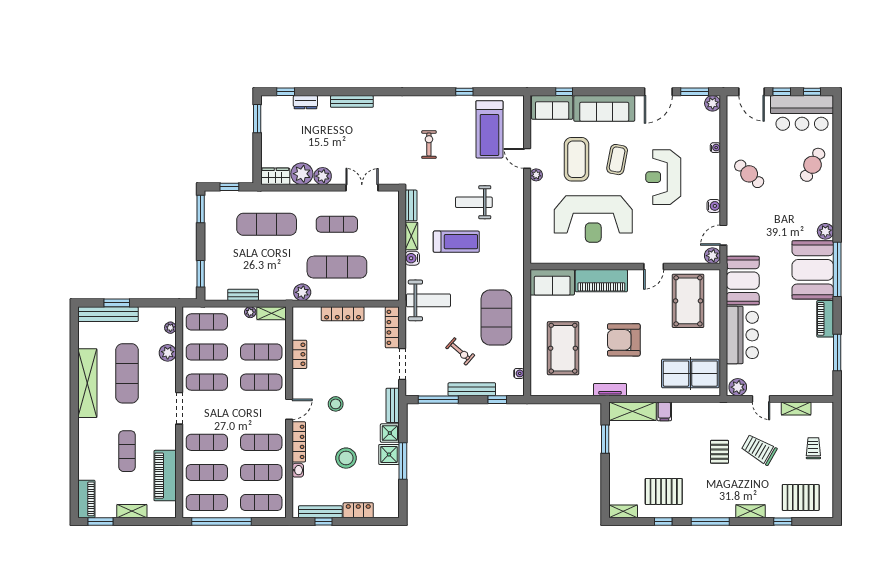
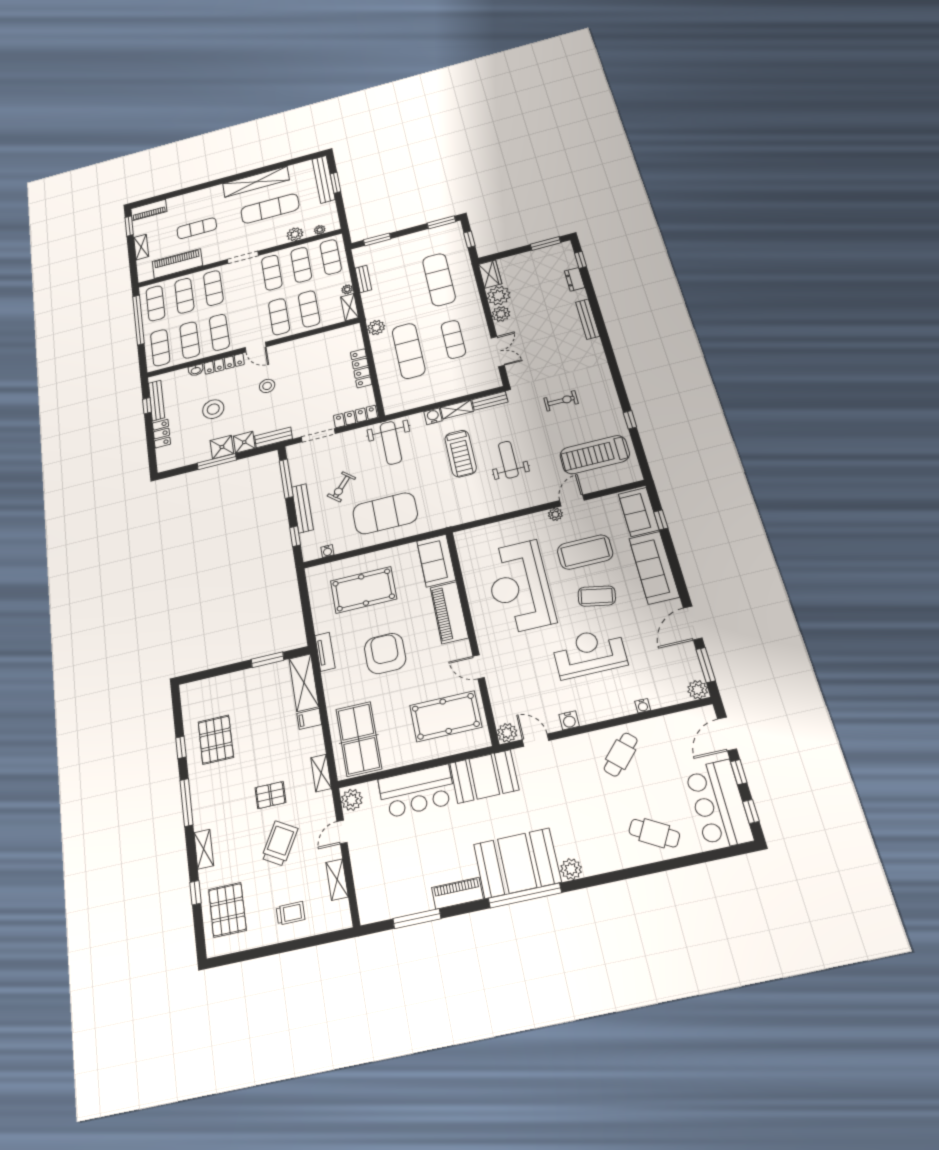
door: (658, 92) -> (693, 623), hinge flipped
locker: (299, 354) -> (312, 341), removed
shelving: (623, 511) -> (321, 773), moved

